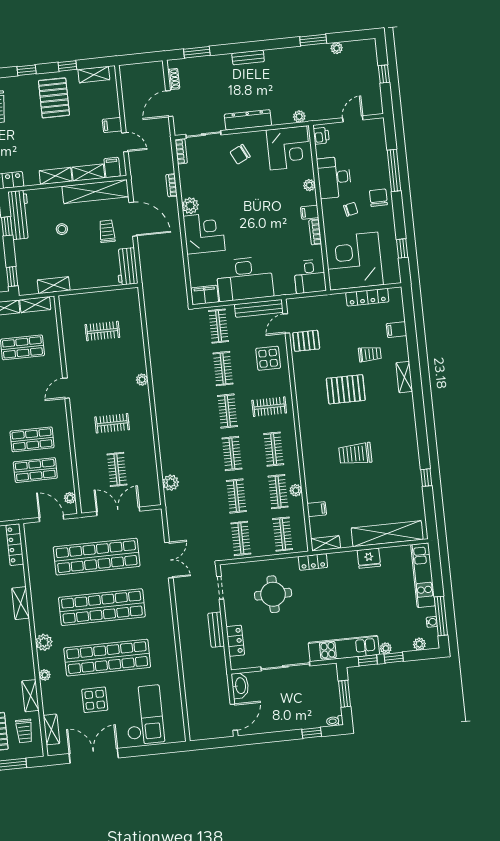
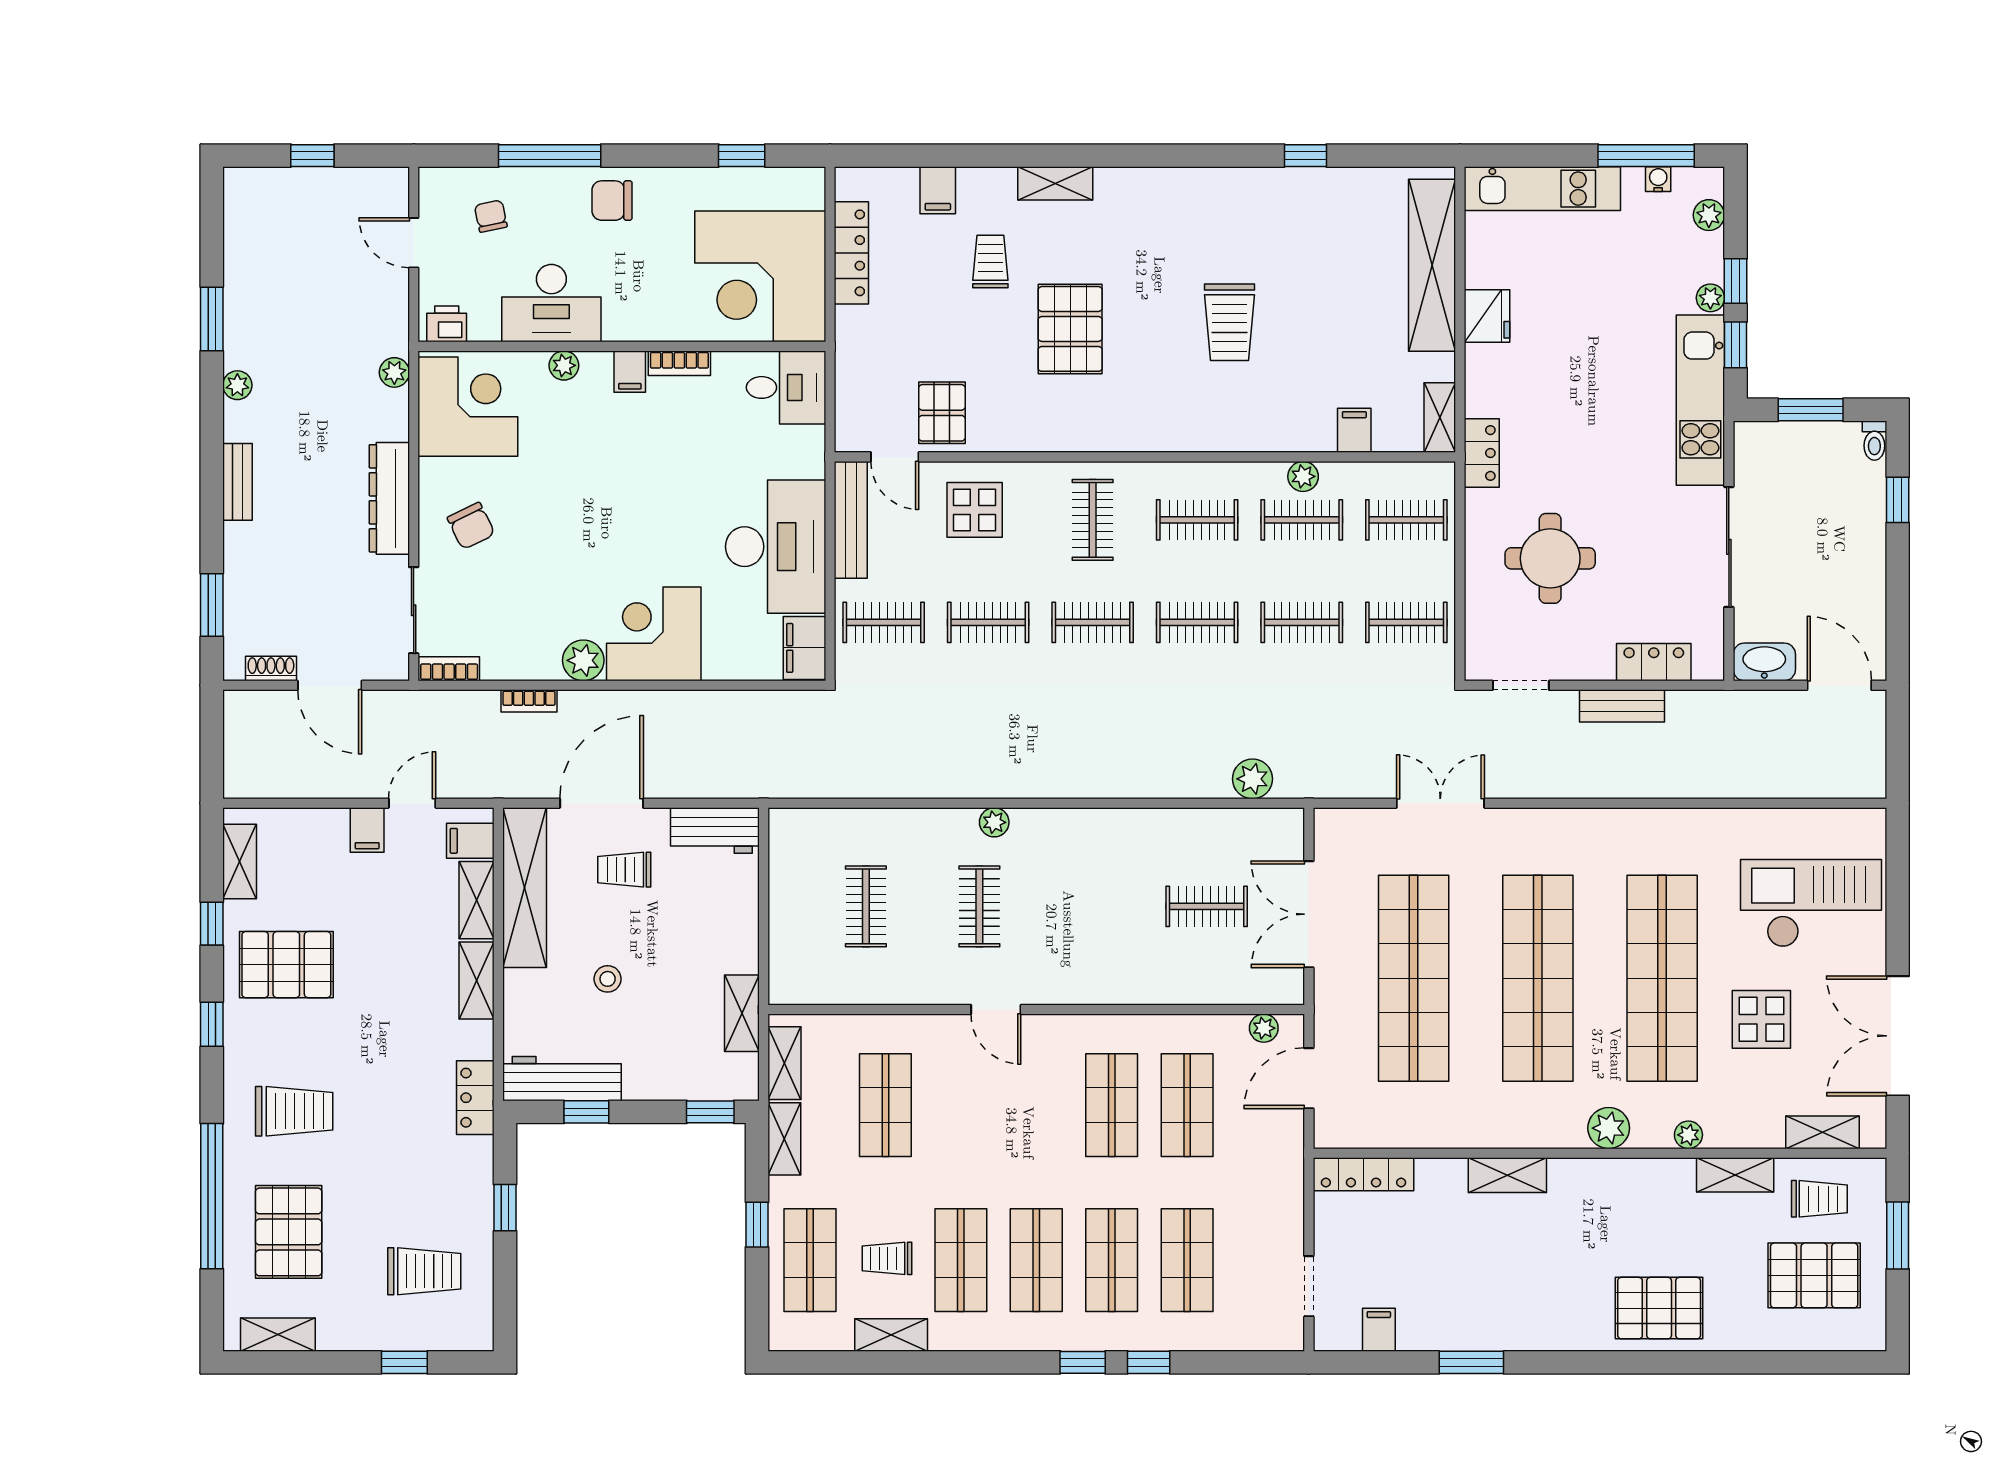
plant: (337, 48) -> (237, 385), moved
chair: (351, 209) -> (491, 216), moved
clothes rail: (112, 423) -> (979, 906), moved

